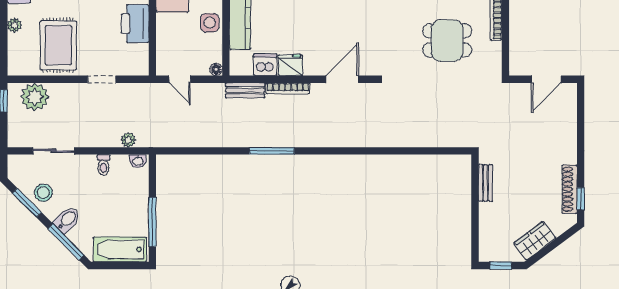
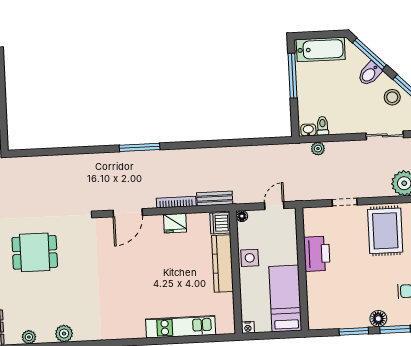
dishwasher: (265, 65) -> (220, 223), moved, turned 90
door: (180, 79) -> (274, 206), hinge flipped
window: (272, 151) -> (140, 147), moved
toilet: (103, 165) -> (323, 126), moved

